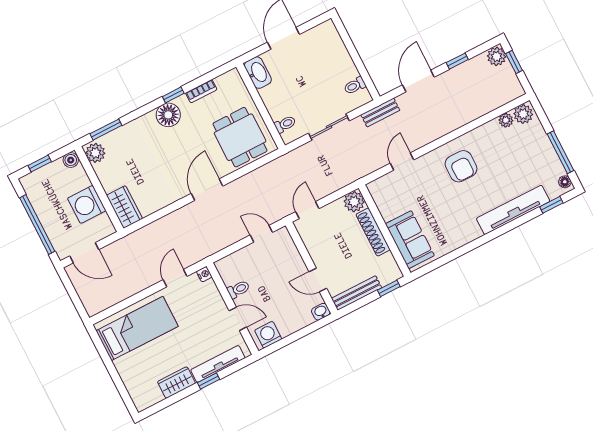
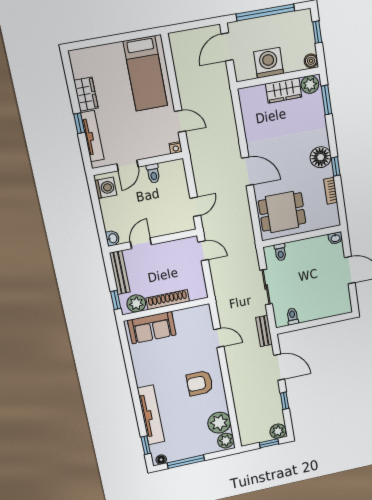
washbasin: (258, 73) -> (335, 238), width x0.52, depth x0.69
plant: (506, 120) -> (219, 423), width x1.88, depth x1.88
plant: (354, 202) -> (136, 303), moved
wardrobe: (124, 207) -> (284, 90), moved

